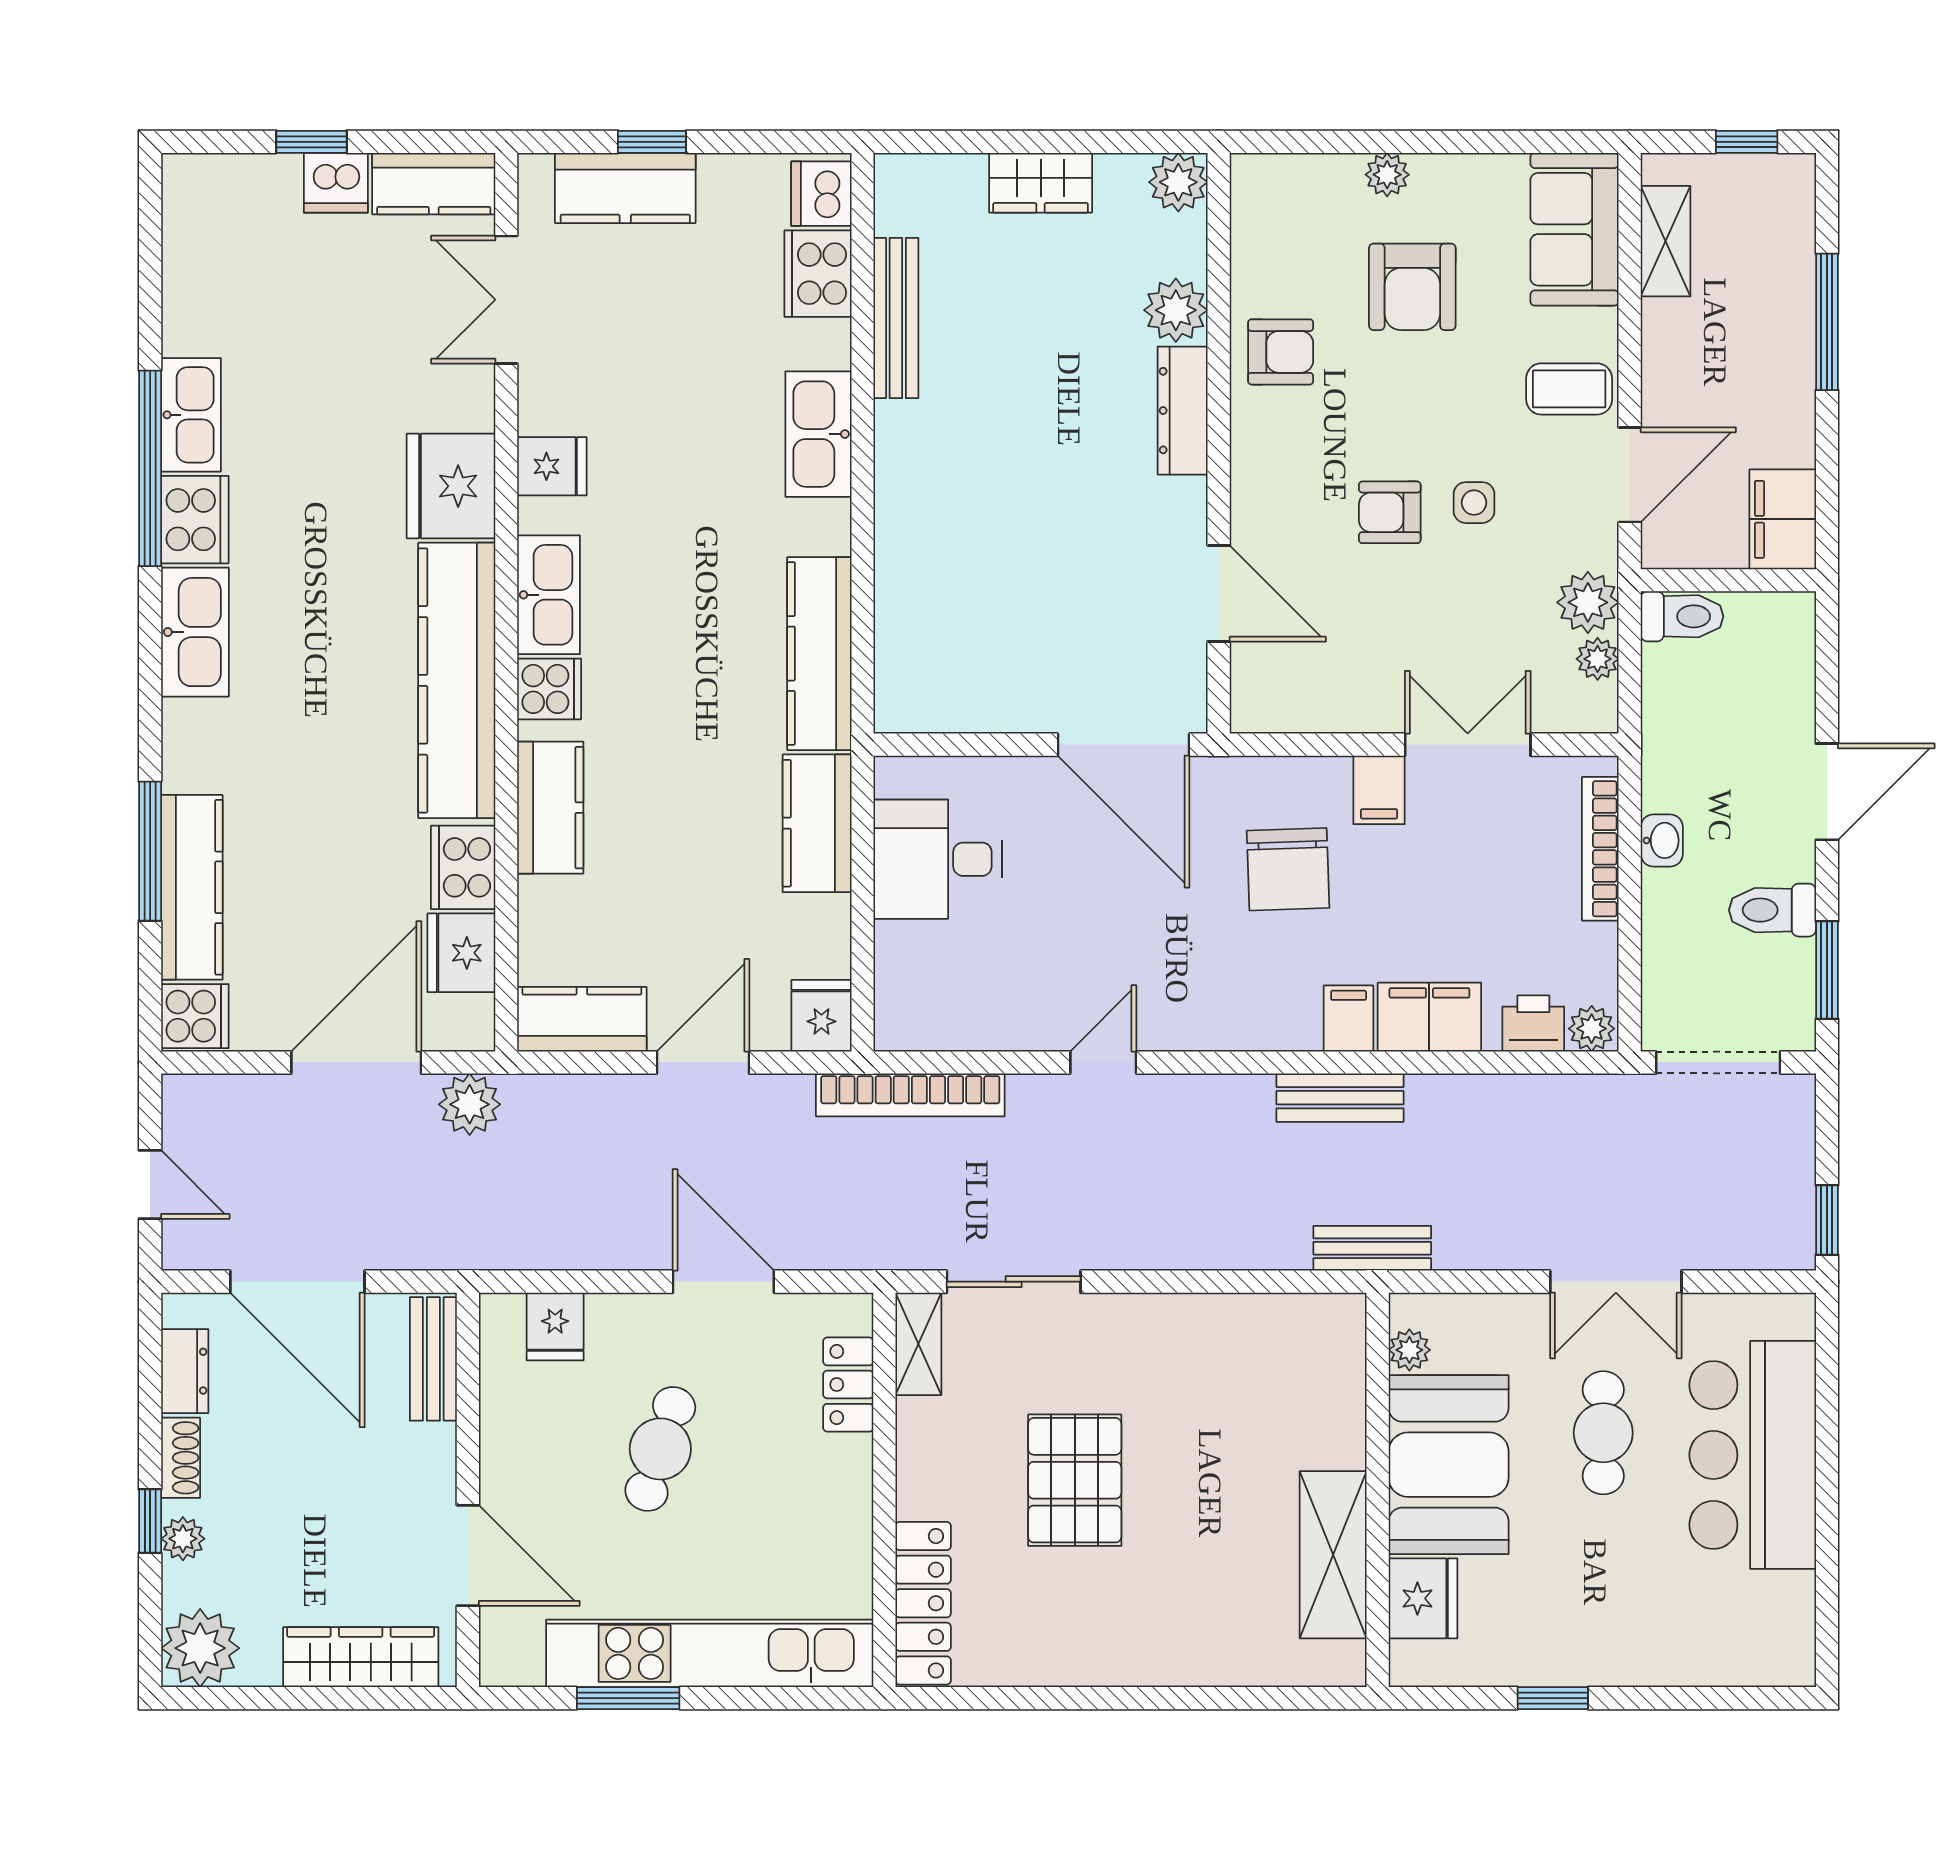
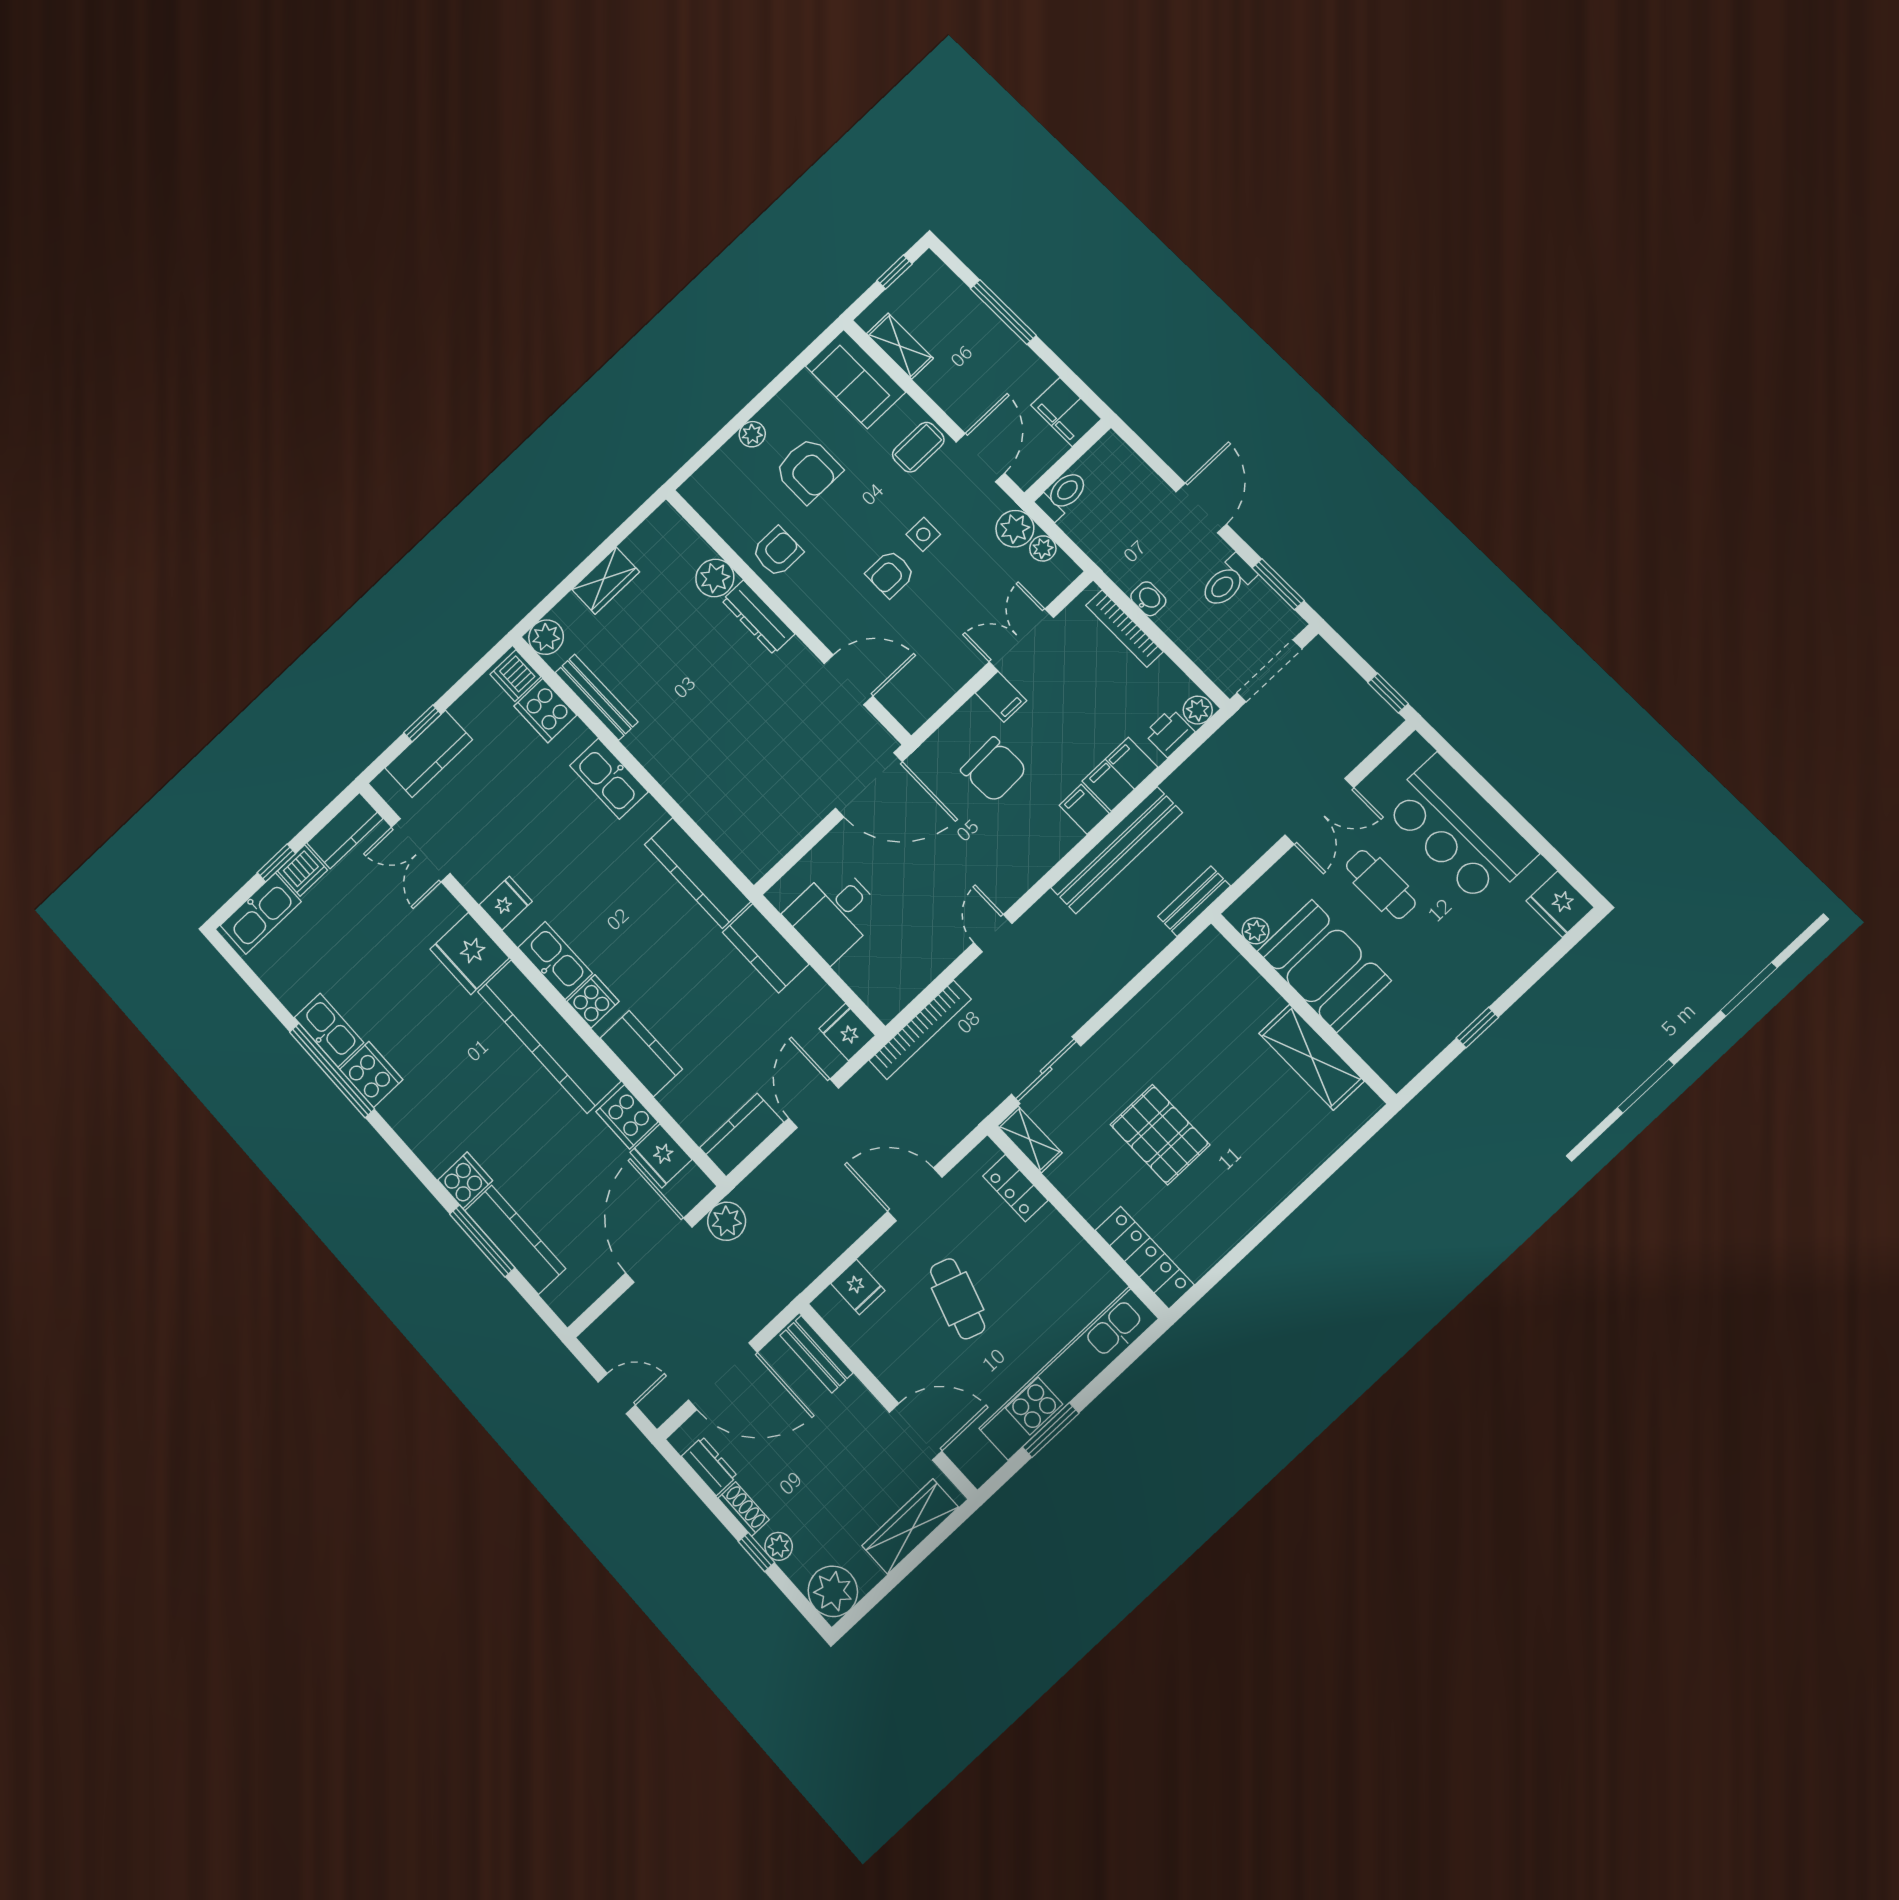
plant: (1178, 182) -> (546, 637), moved
kitchen sink: (195, 632) -> (261, 913), moved, turned 90
cooker: (195, 1016) -> (465, 1180), moved
bench: (1340, 1098) -> (1117, 850), width x1.86, depth x1.21
fridge: (1423, 1598) -> (1560, 904), moved, turned 180

